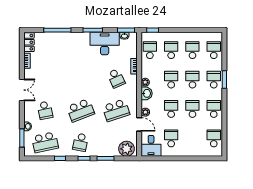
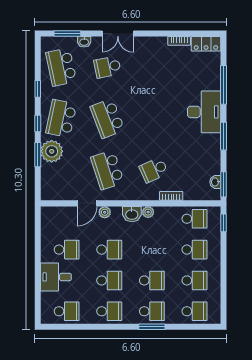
desk: (105, 44) -> (204, 112), moved
school desk: (171, 80) -> (152, 250), removed
double door: (22, 90) -> (118, 34), moved
school desk: (81, 142) -> (61, 118), width x1.85
desk: (151, 146) -> (56, 277), moved
plant: (127, 149) -> (52, 151), moved

